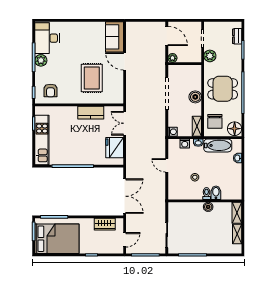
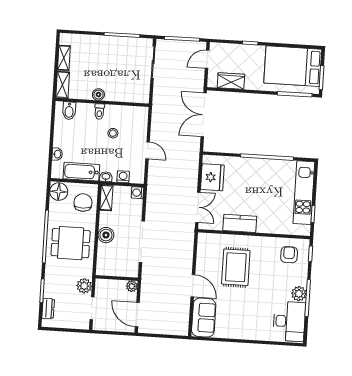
bidet: (216, 193) -> (69, 111), moved

